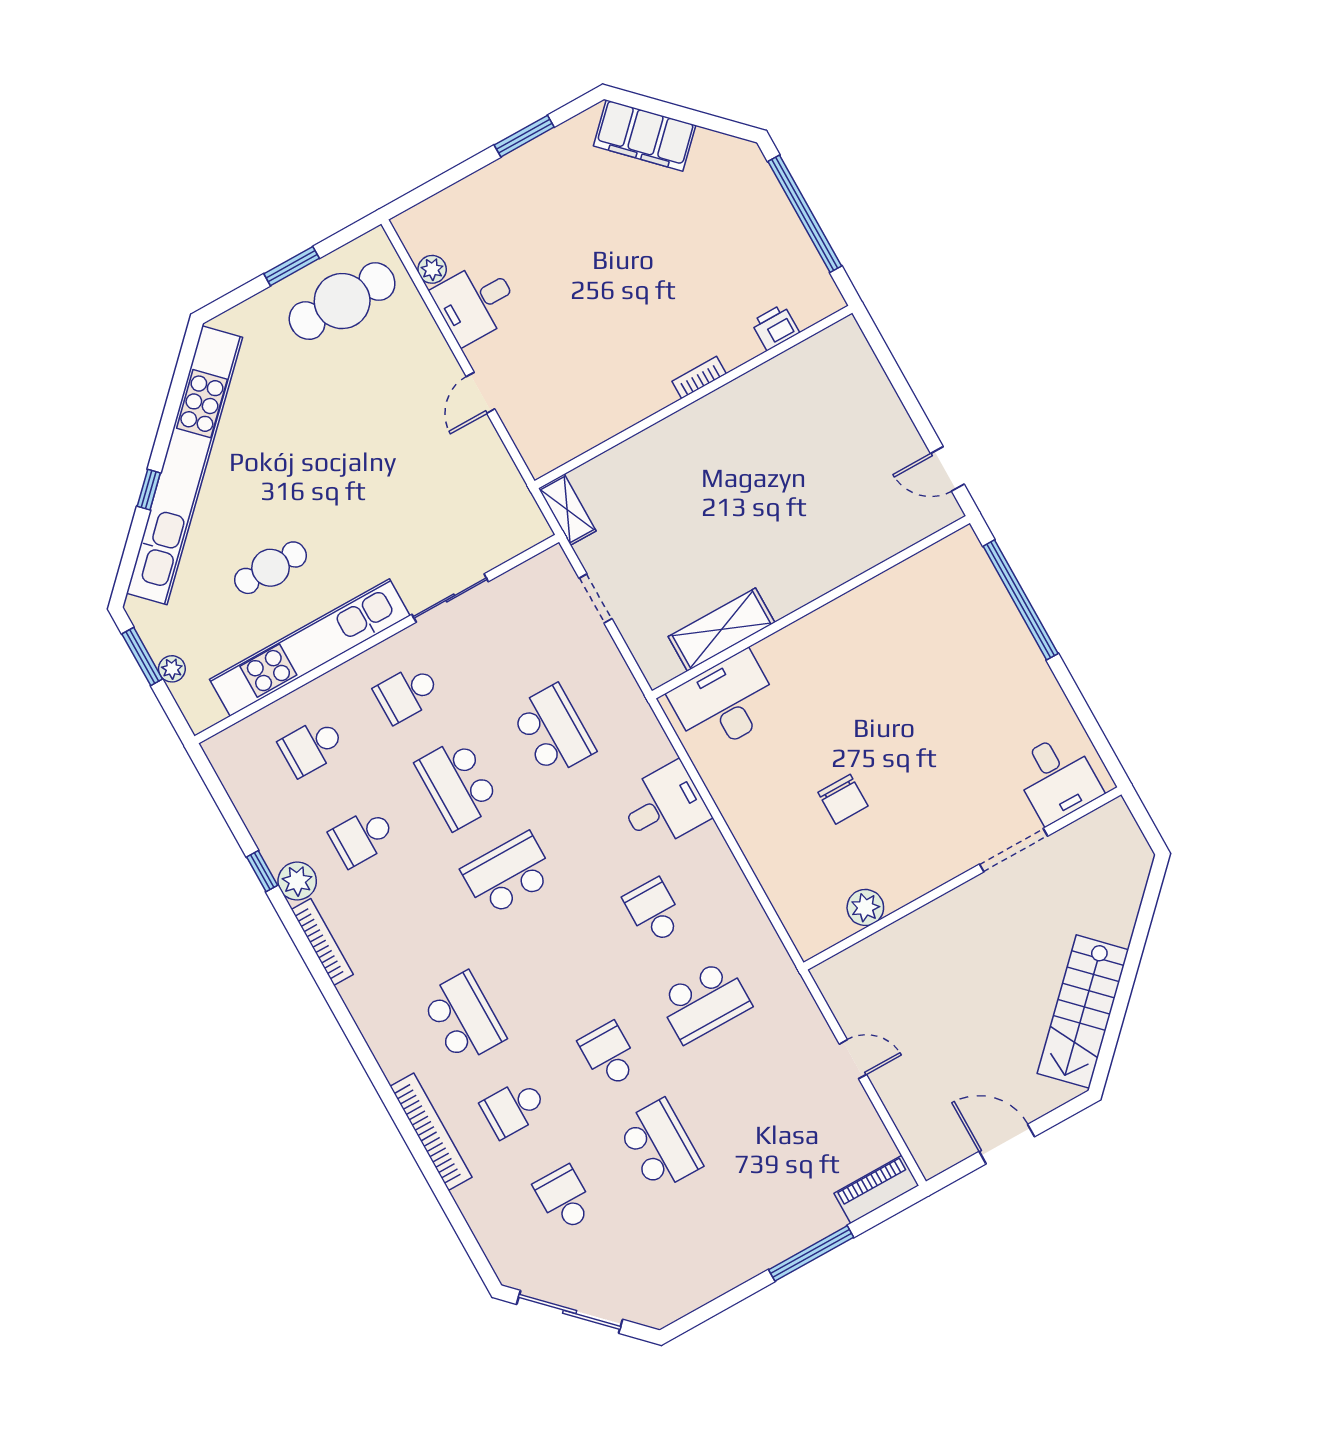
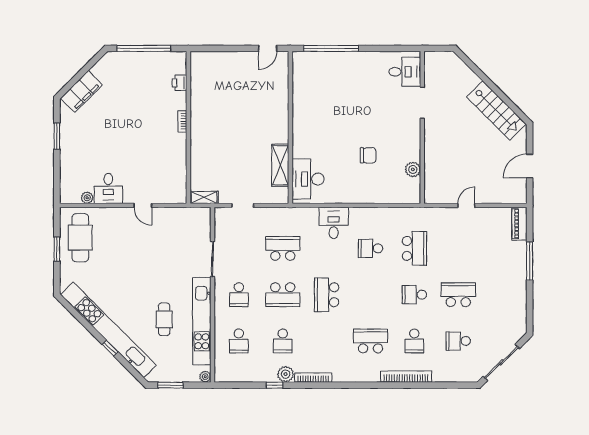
plant: (172, 669) -> (205, 377), moved

